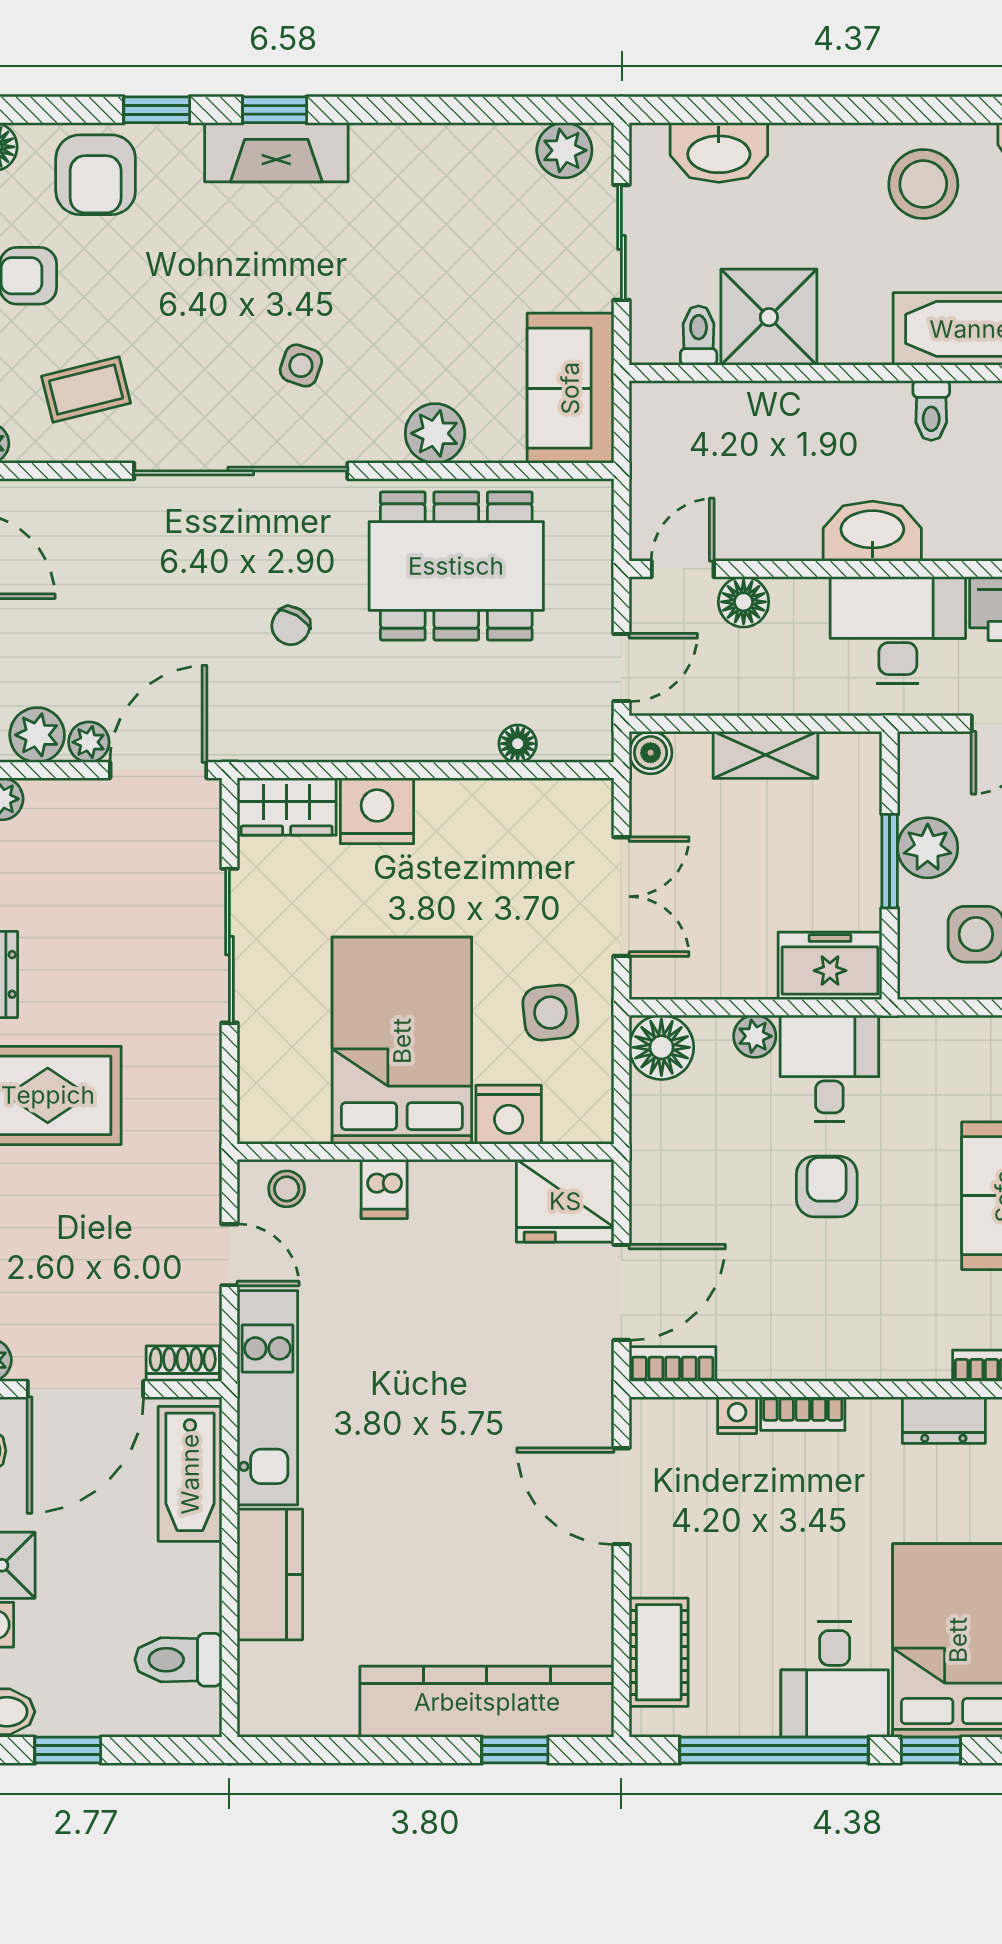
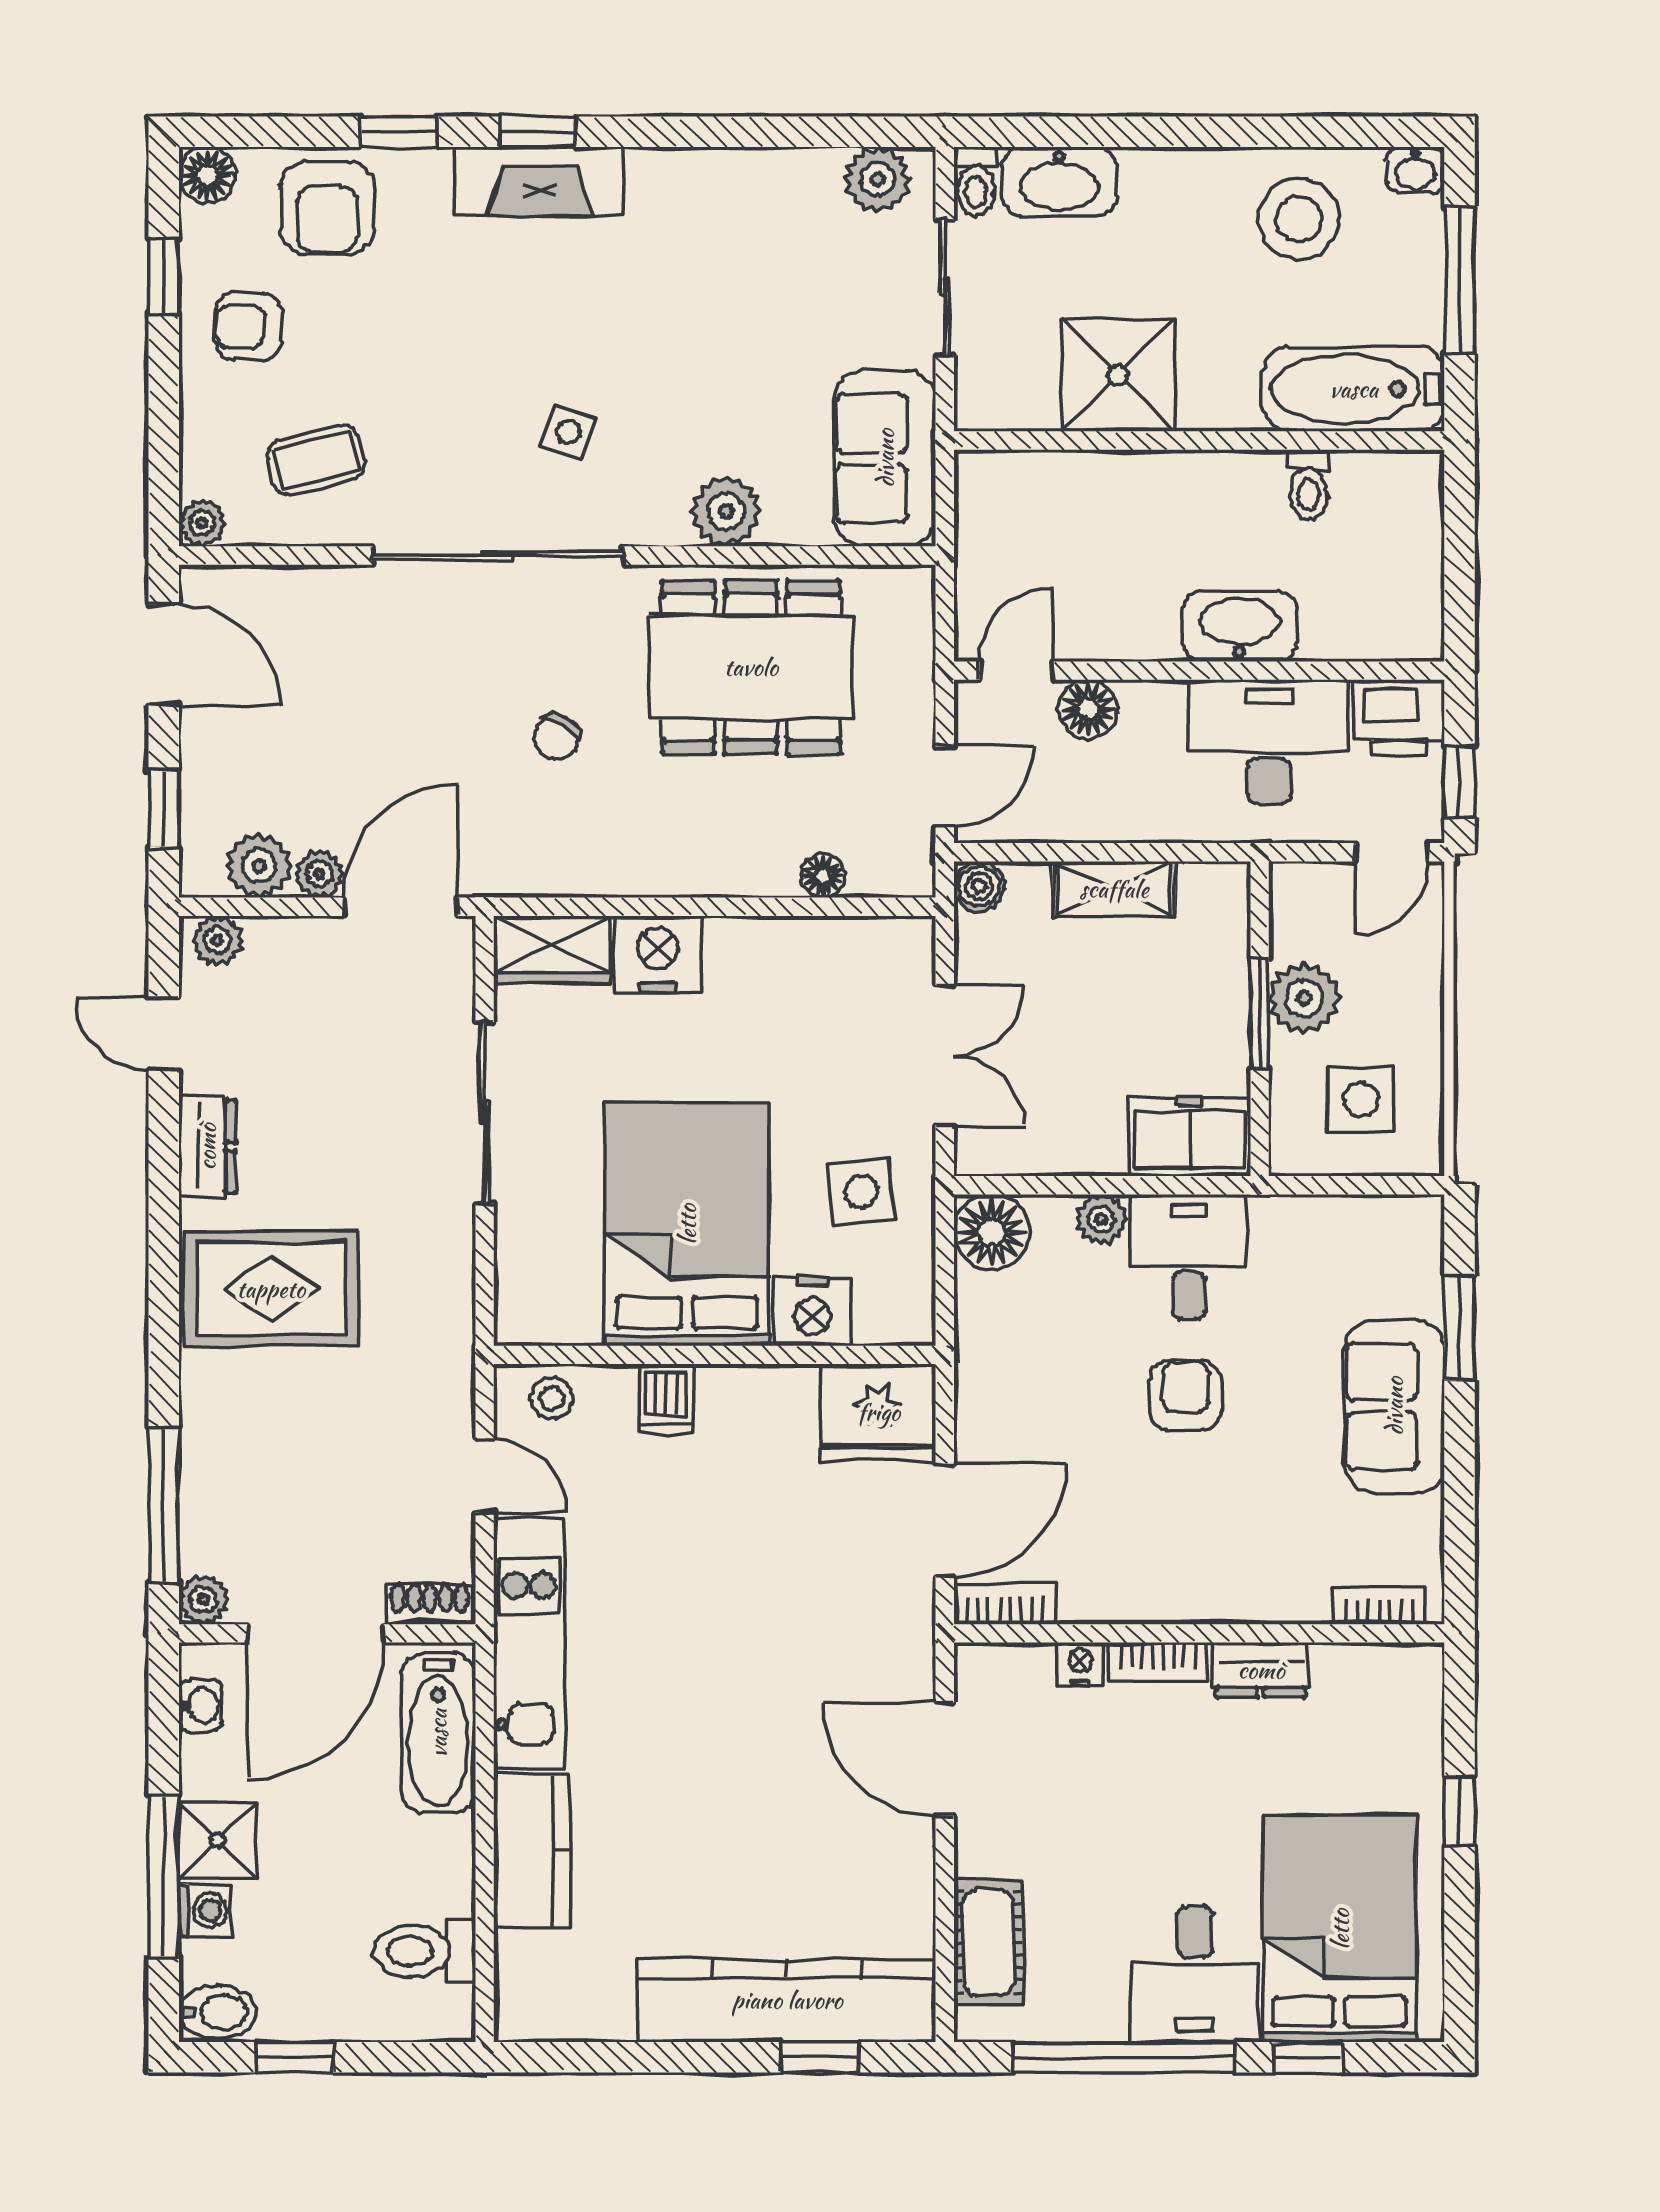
toilet: (699, 335) -> (976, 182), moved, turned 180
dresser: (944, 1420) -> (1261, 1670), moved

